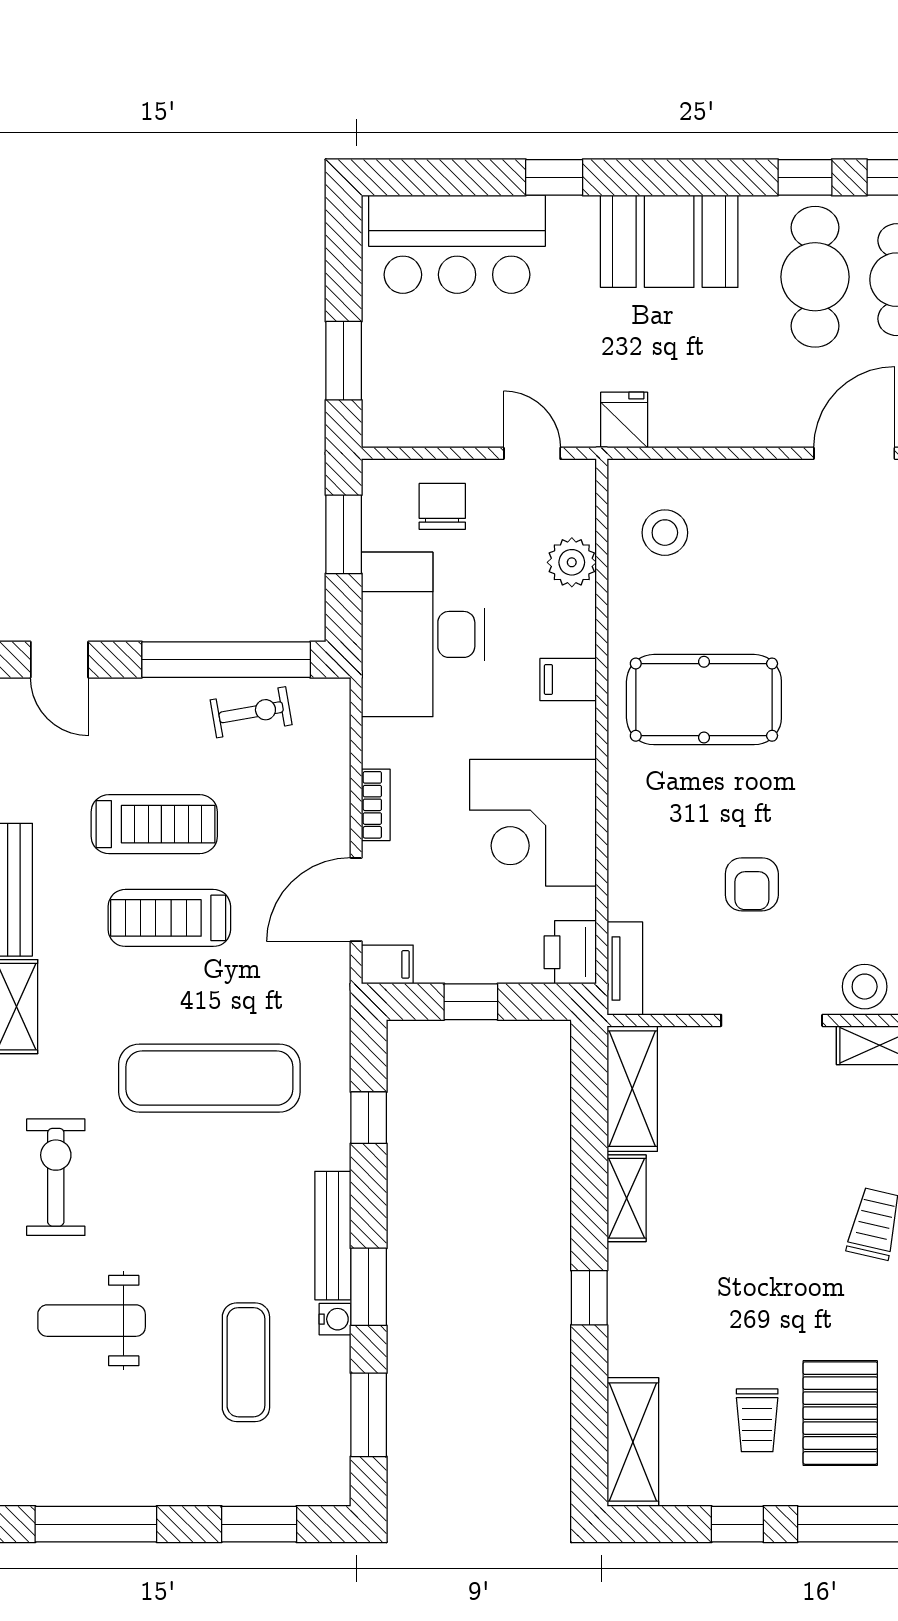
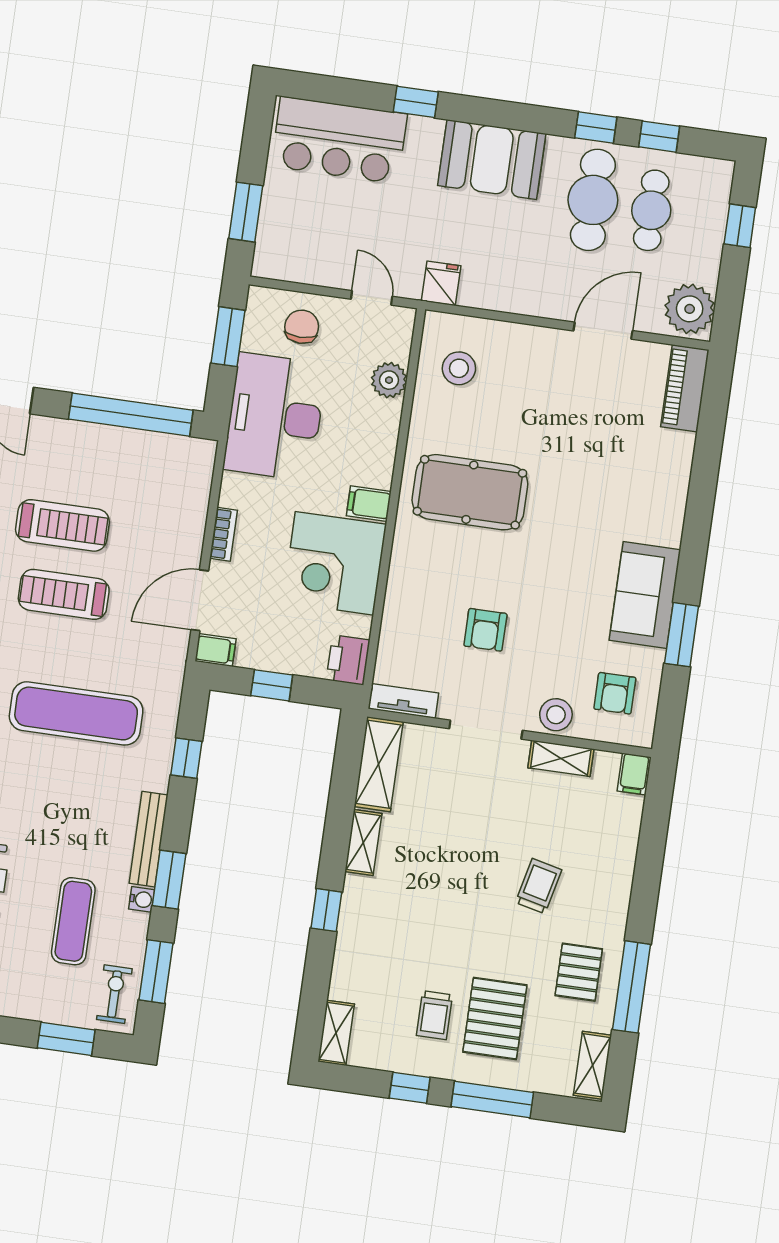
filing cabinet: (568, 680) -> (369, 504), moved
exercise bike: (251, 712) -> (114, 994), moved, turned -80
tv unit: (625, 968) -> (403, 701), moved, turned -90
shelving: (633, 1442) -> (336, 1033), width x0.67, depth x0.75

